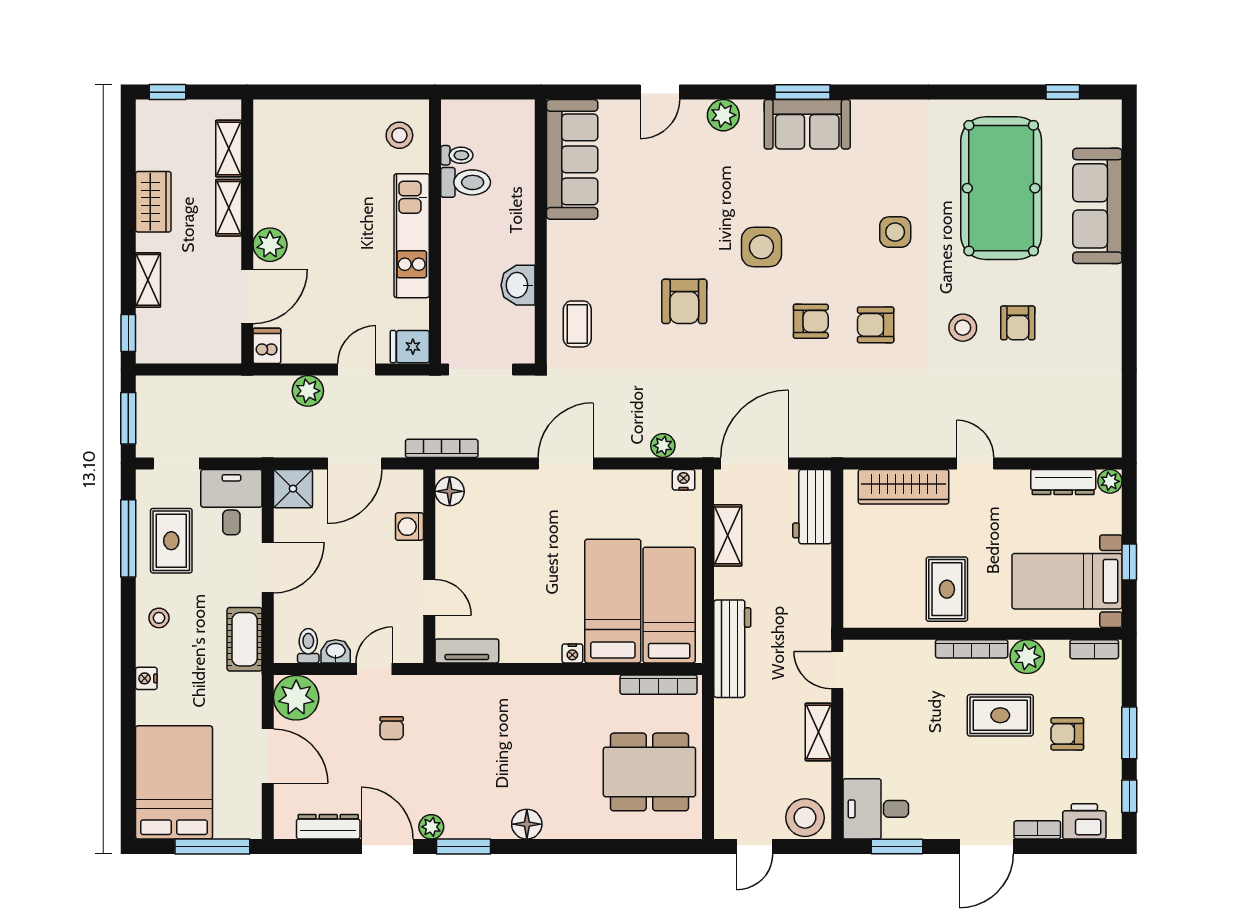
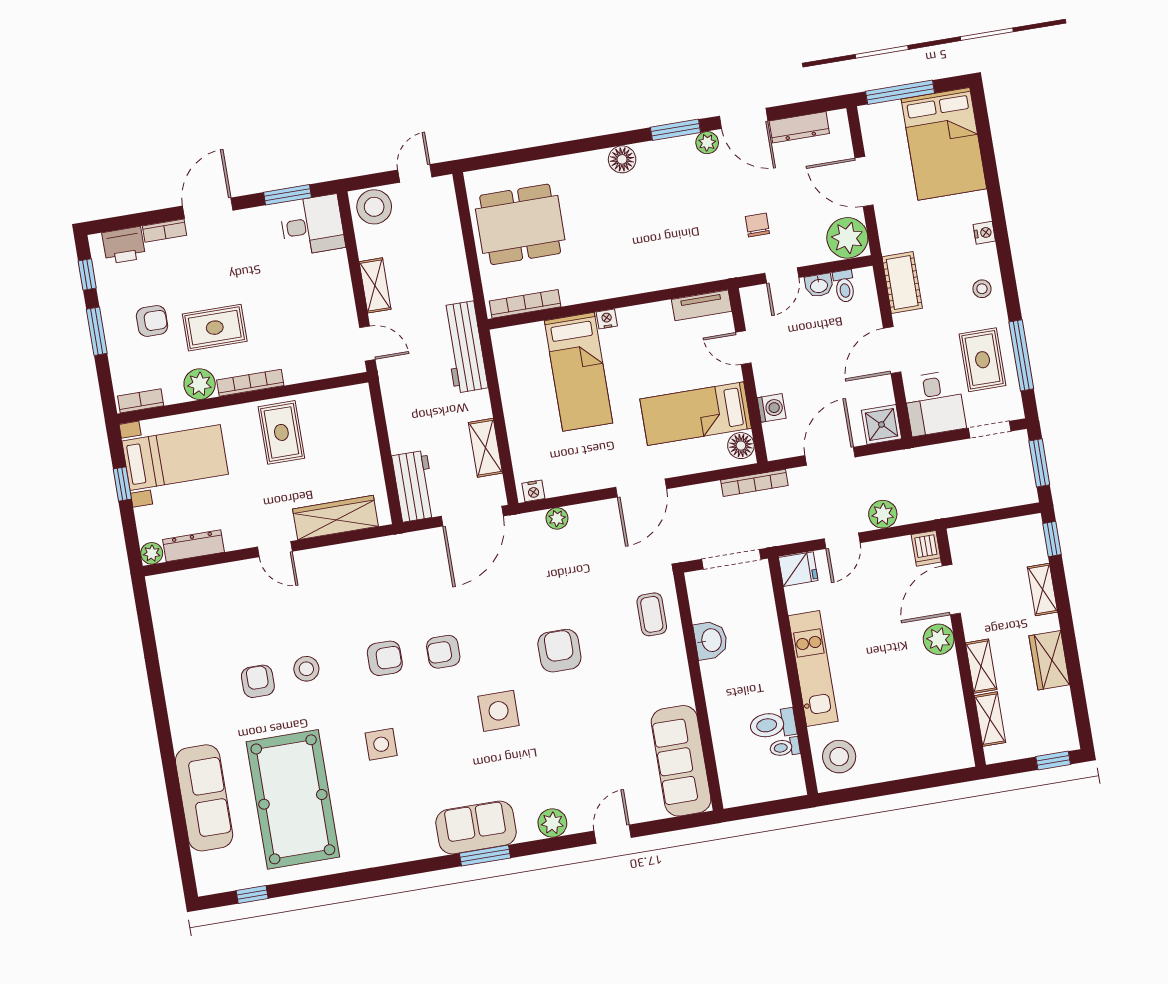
stool: (399, 135) -> (839, 757), width x1.38, depth x1.38
bed: (669, 605) -> (696, 414), moved, turned 90

